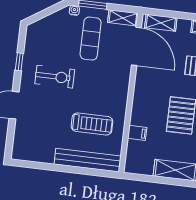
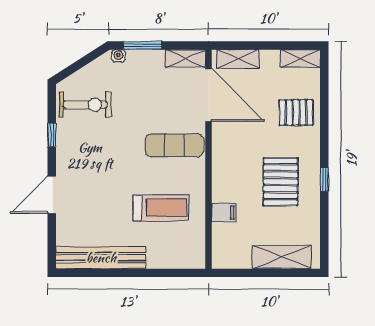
exercise mat: (91, 39) -> (175, 145), moved, turned 90
exercise bike: (55, 77) -> (85, 105), moved
bench: (88, 160) -> (101, 258), moved

